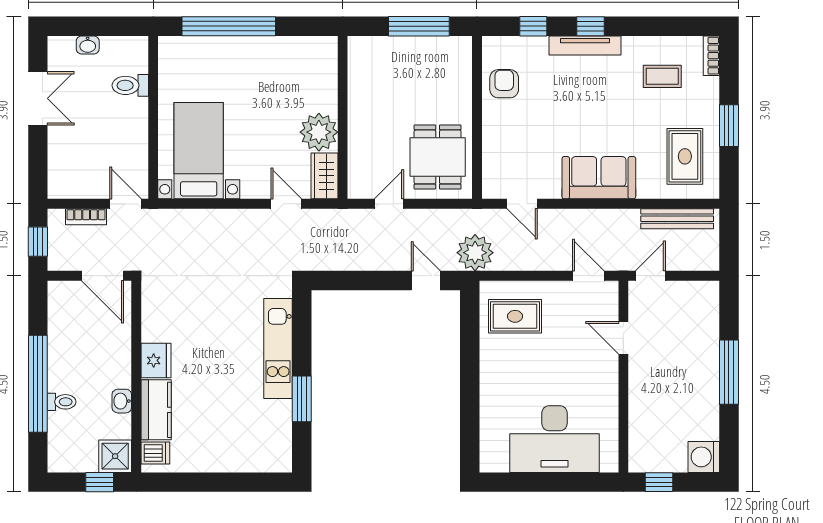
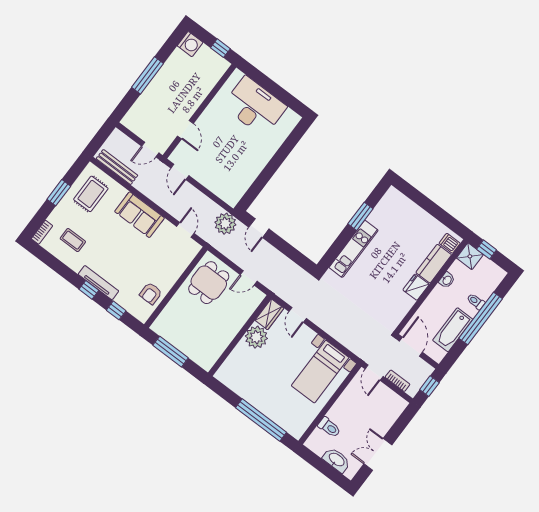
washbasin: (88, 45) -> (336, 460), width x1.91, depth x1.45
rug: (515, 316) -> (229, 179), removed
bathtub: (64, 341) -> (453, 330), added

